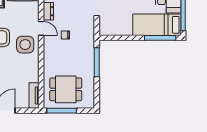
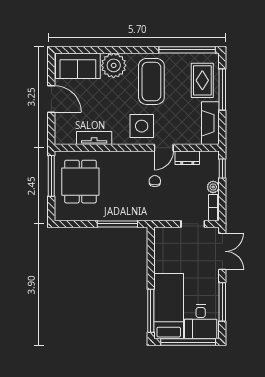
tv unit: (34, 96) -> (94, 138), moved

